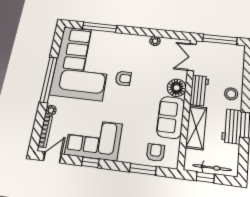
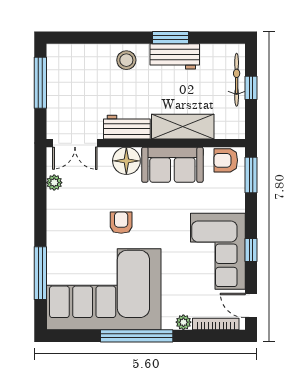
double door: (192, 57) -> (75, 143), moved
floor lamp: (177, 88) -> (126, 161), moved
workbench: (199, 91) -> (127, 127), moved
wall: (187, 101) -> (146, 143), moved
sofa: (171, 117) -> (172, 165), moved
shelving: (196, 127) -> (183, 127), moved

